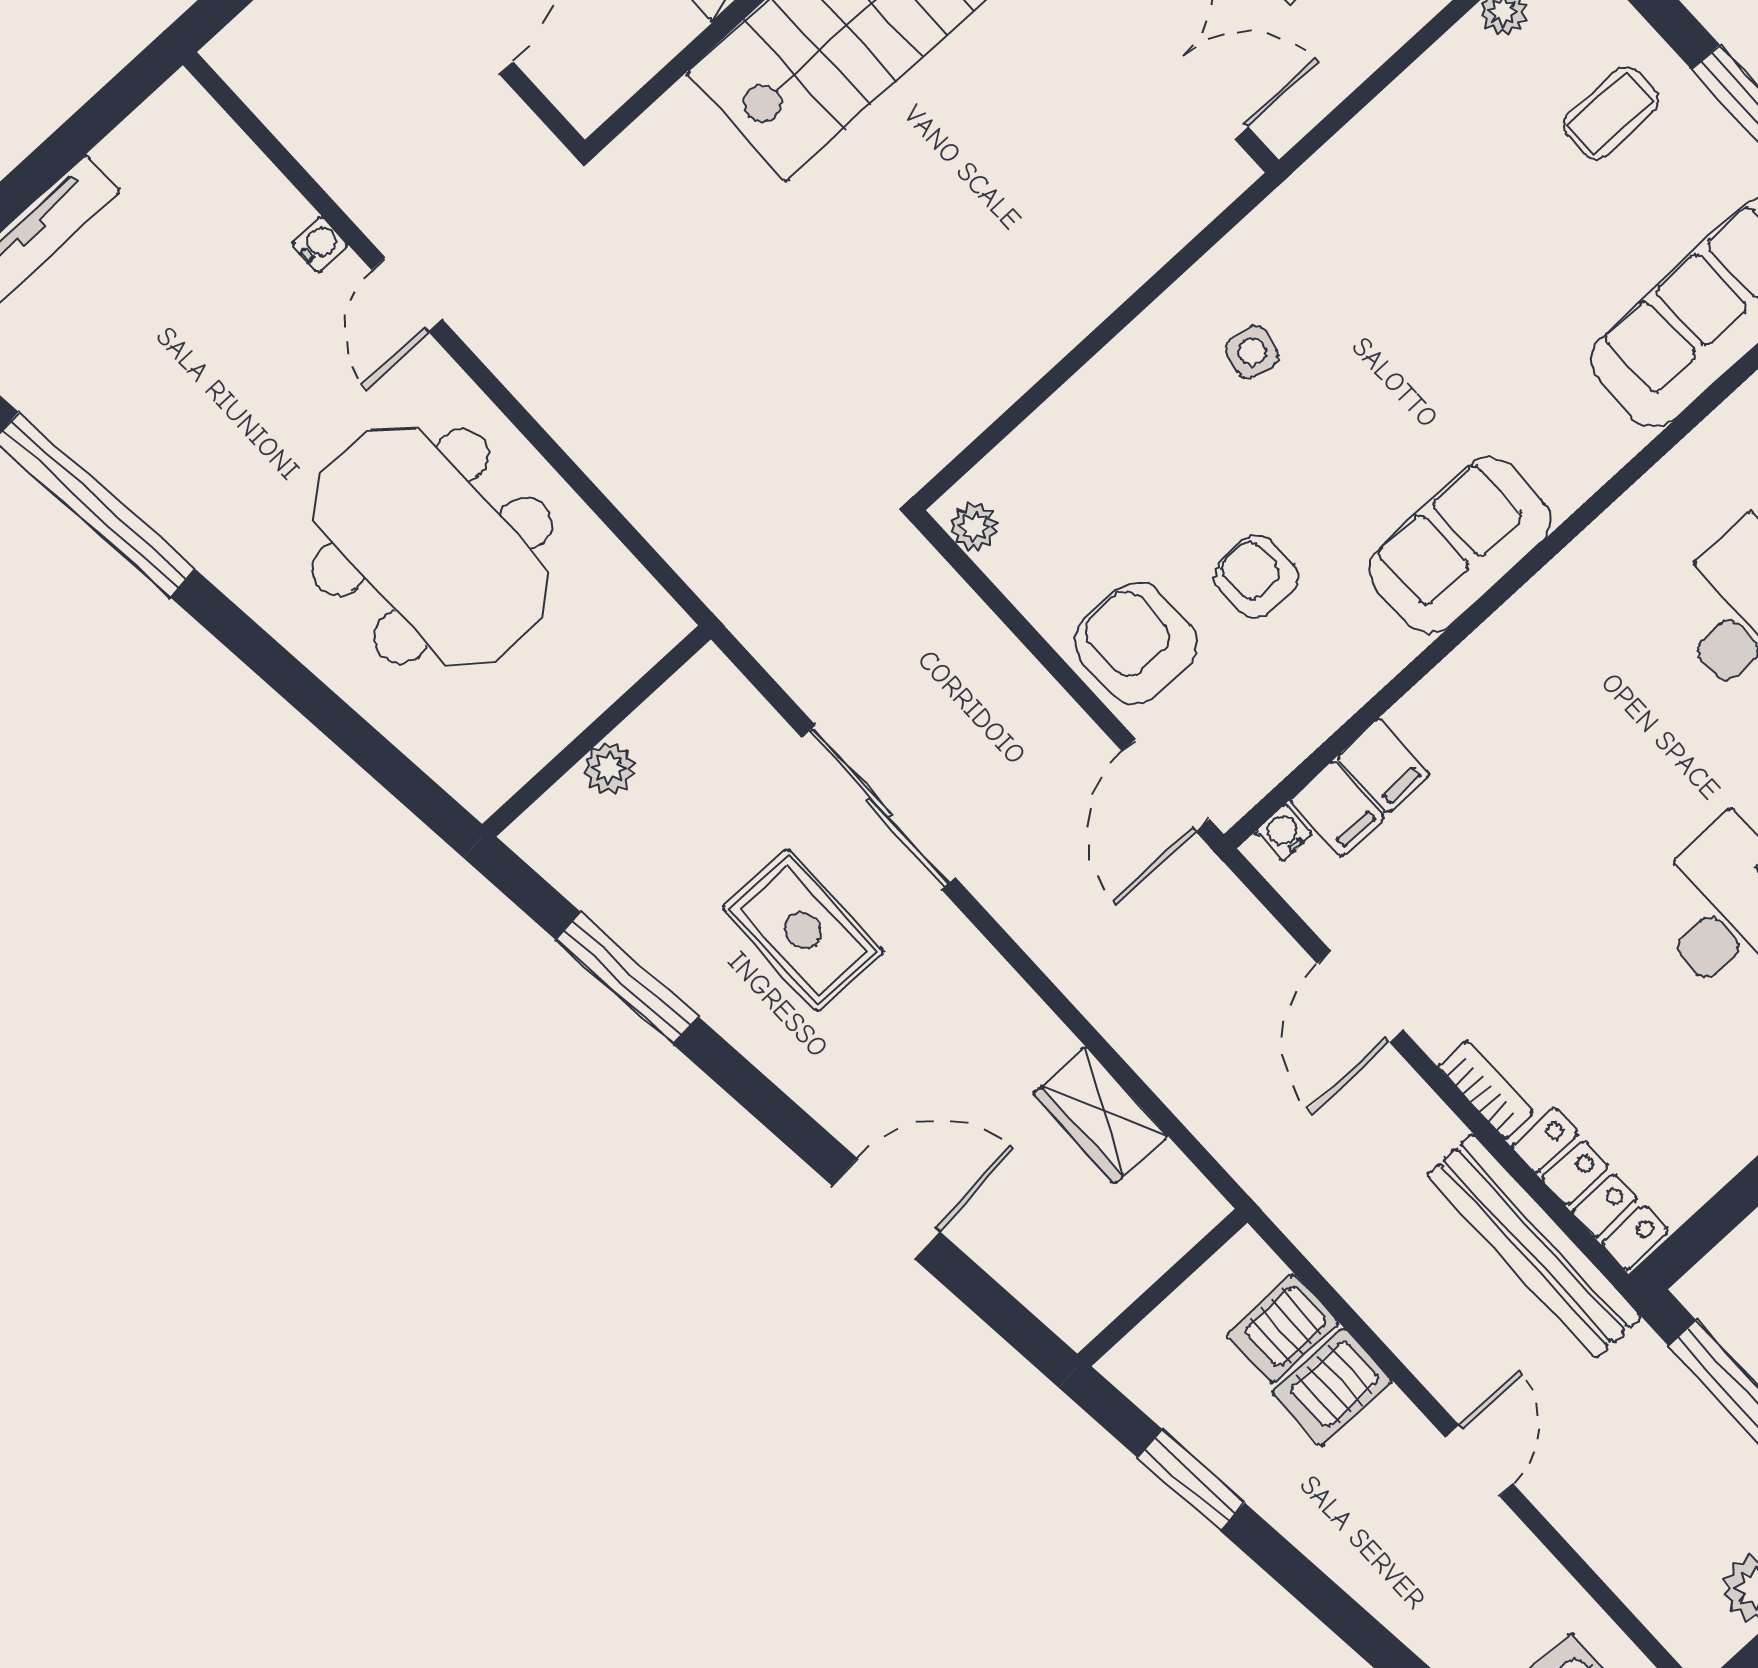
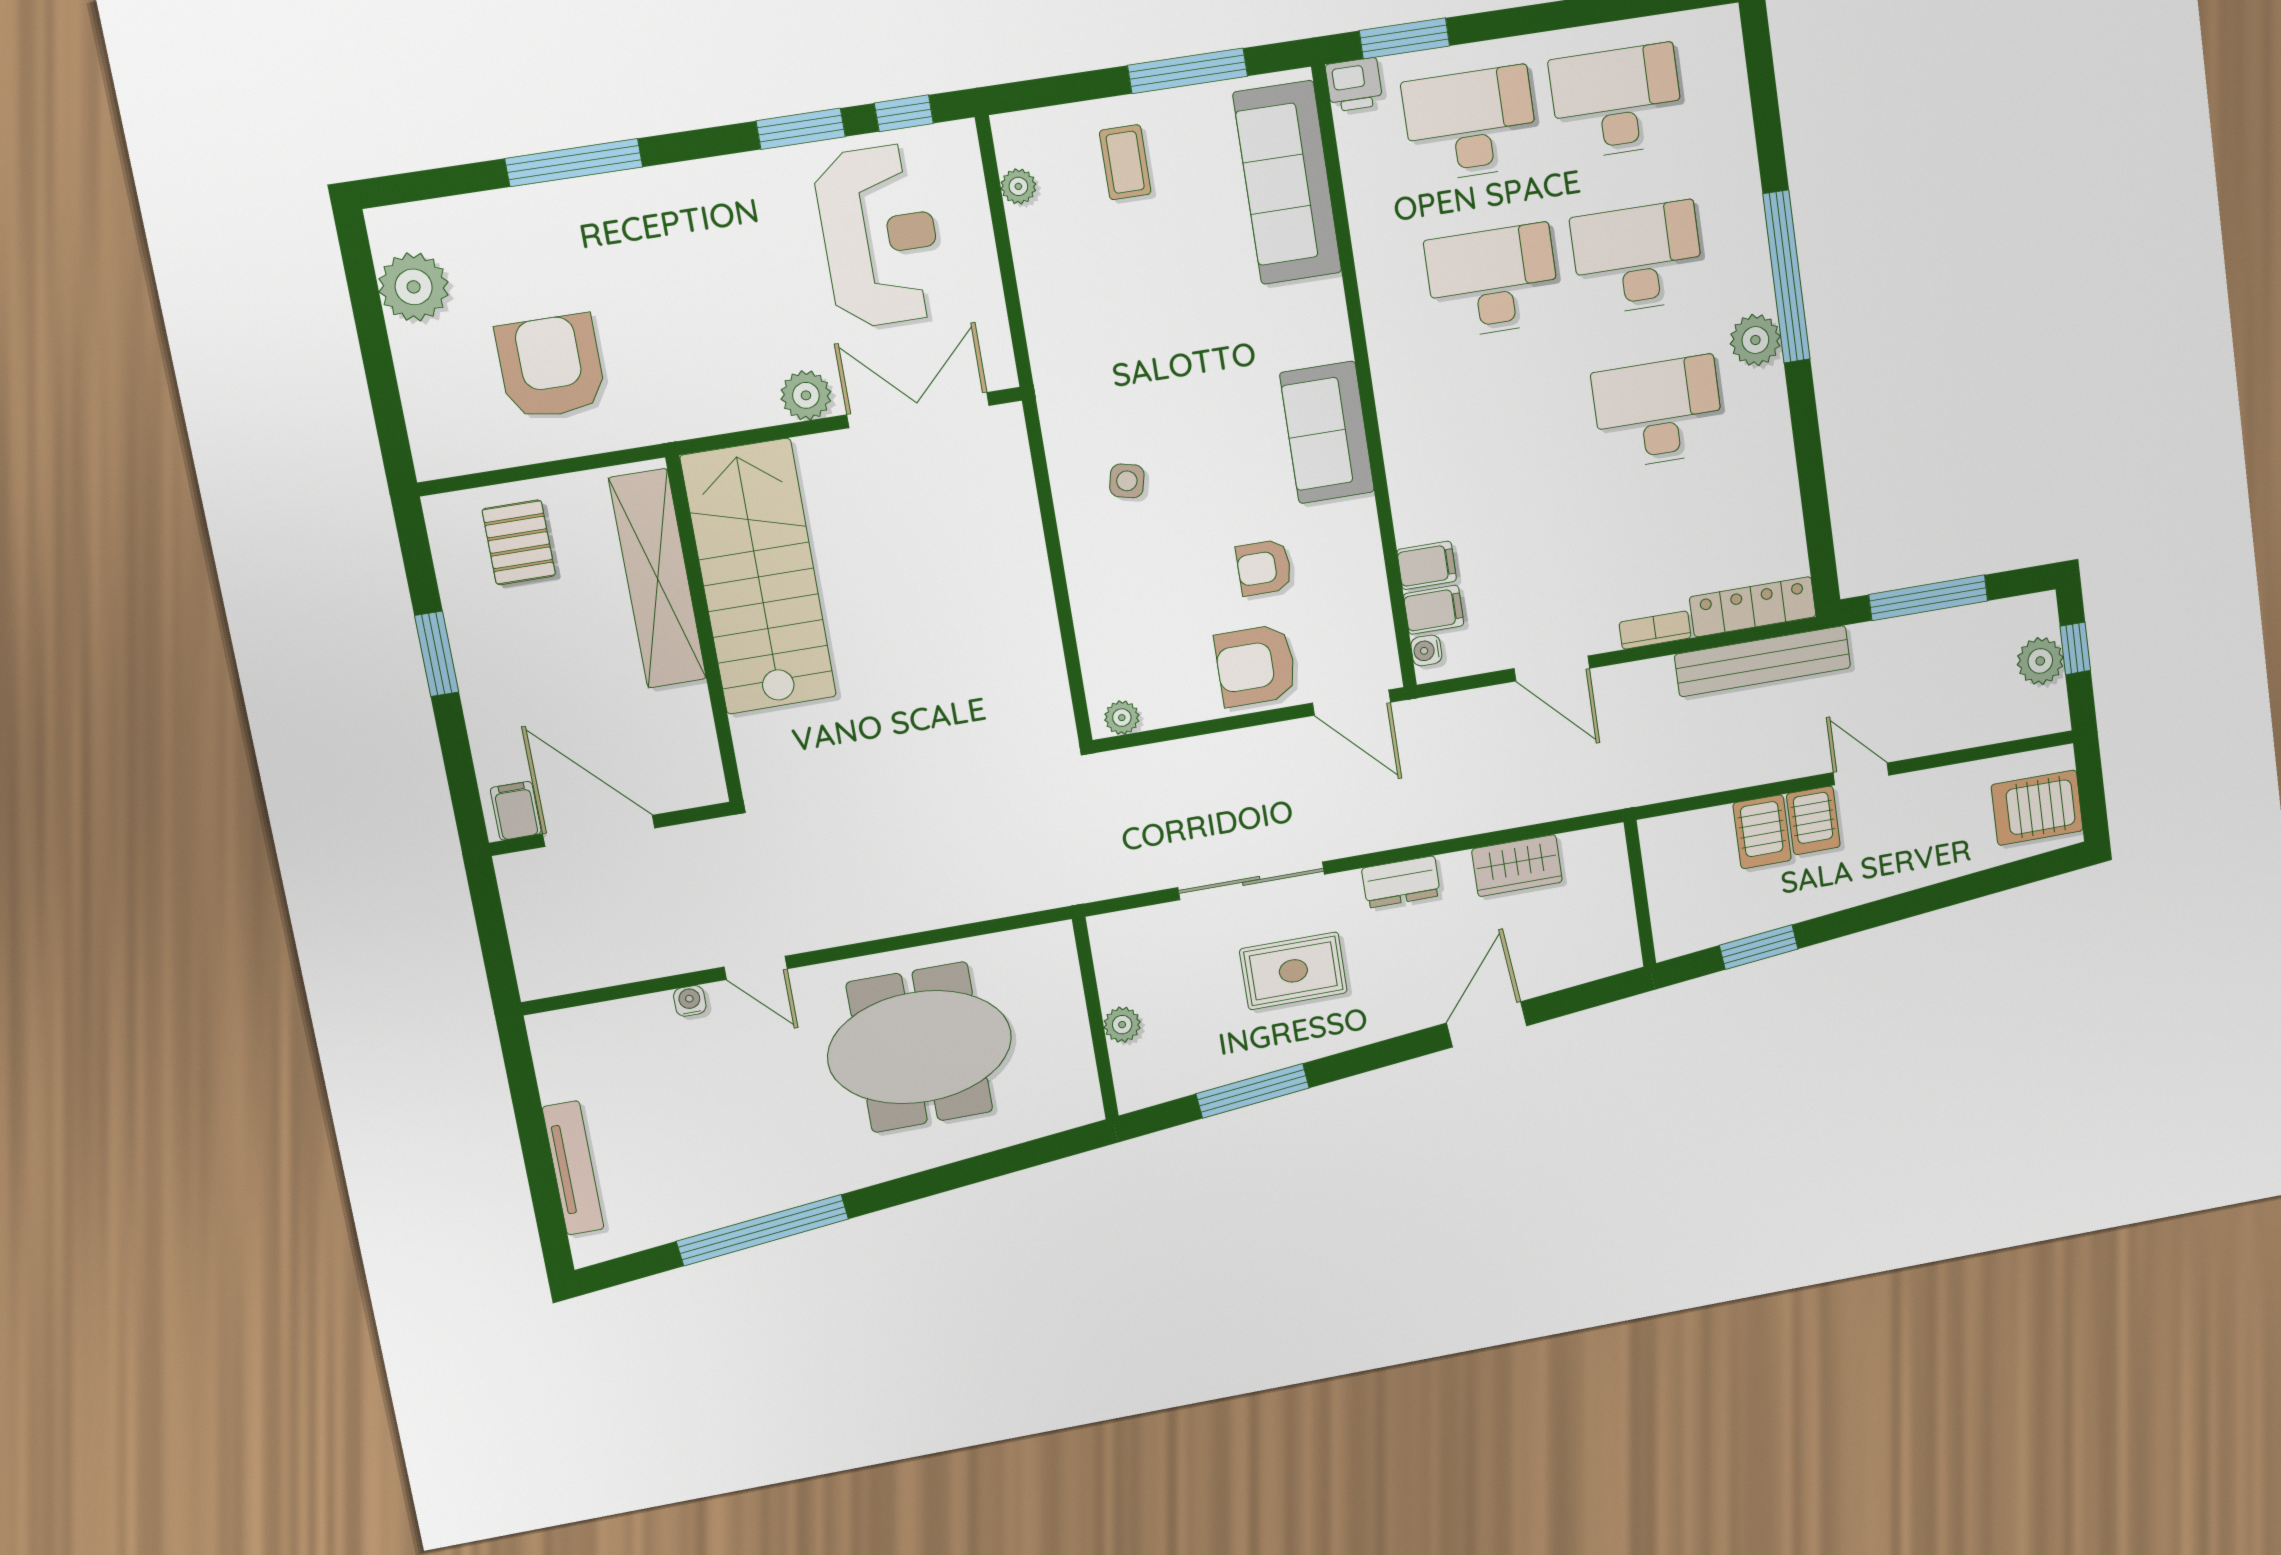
dresser: (991, 988) -> (1401, 882), added
server rack: (1283, 1329) -> (1813, 820), moved

